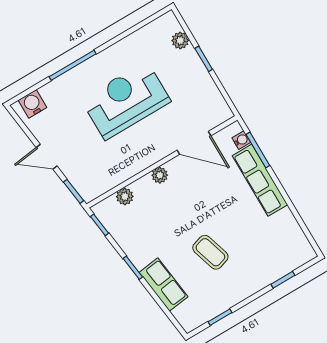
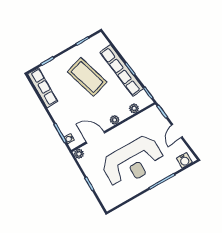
plant: (180, 40) -> (79, 154), moved
reception desk: (126, 100) -> (133, 161), width x1.36, depth x1.30
door: (47, 157) -> (177, 131), swing flipped
row of seats: (260, 180) -> (43, 88), moved
coffee table: (210, 252) -> (87, 77), width x1.86, depth x1.72
row of seats: (164, 285) -> (122, 71), width x2.02

